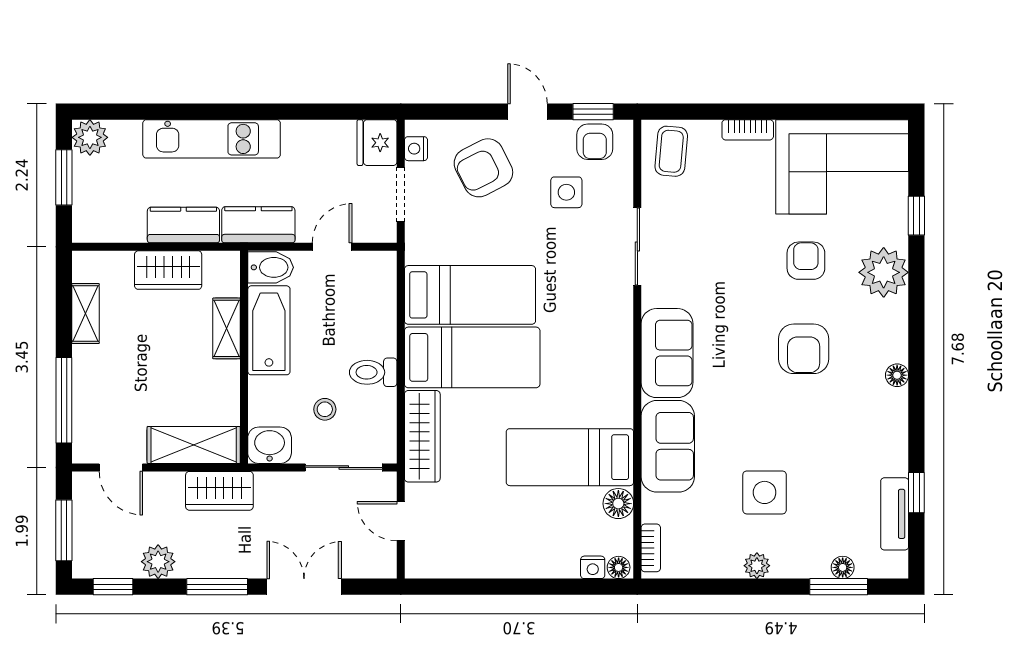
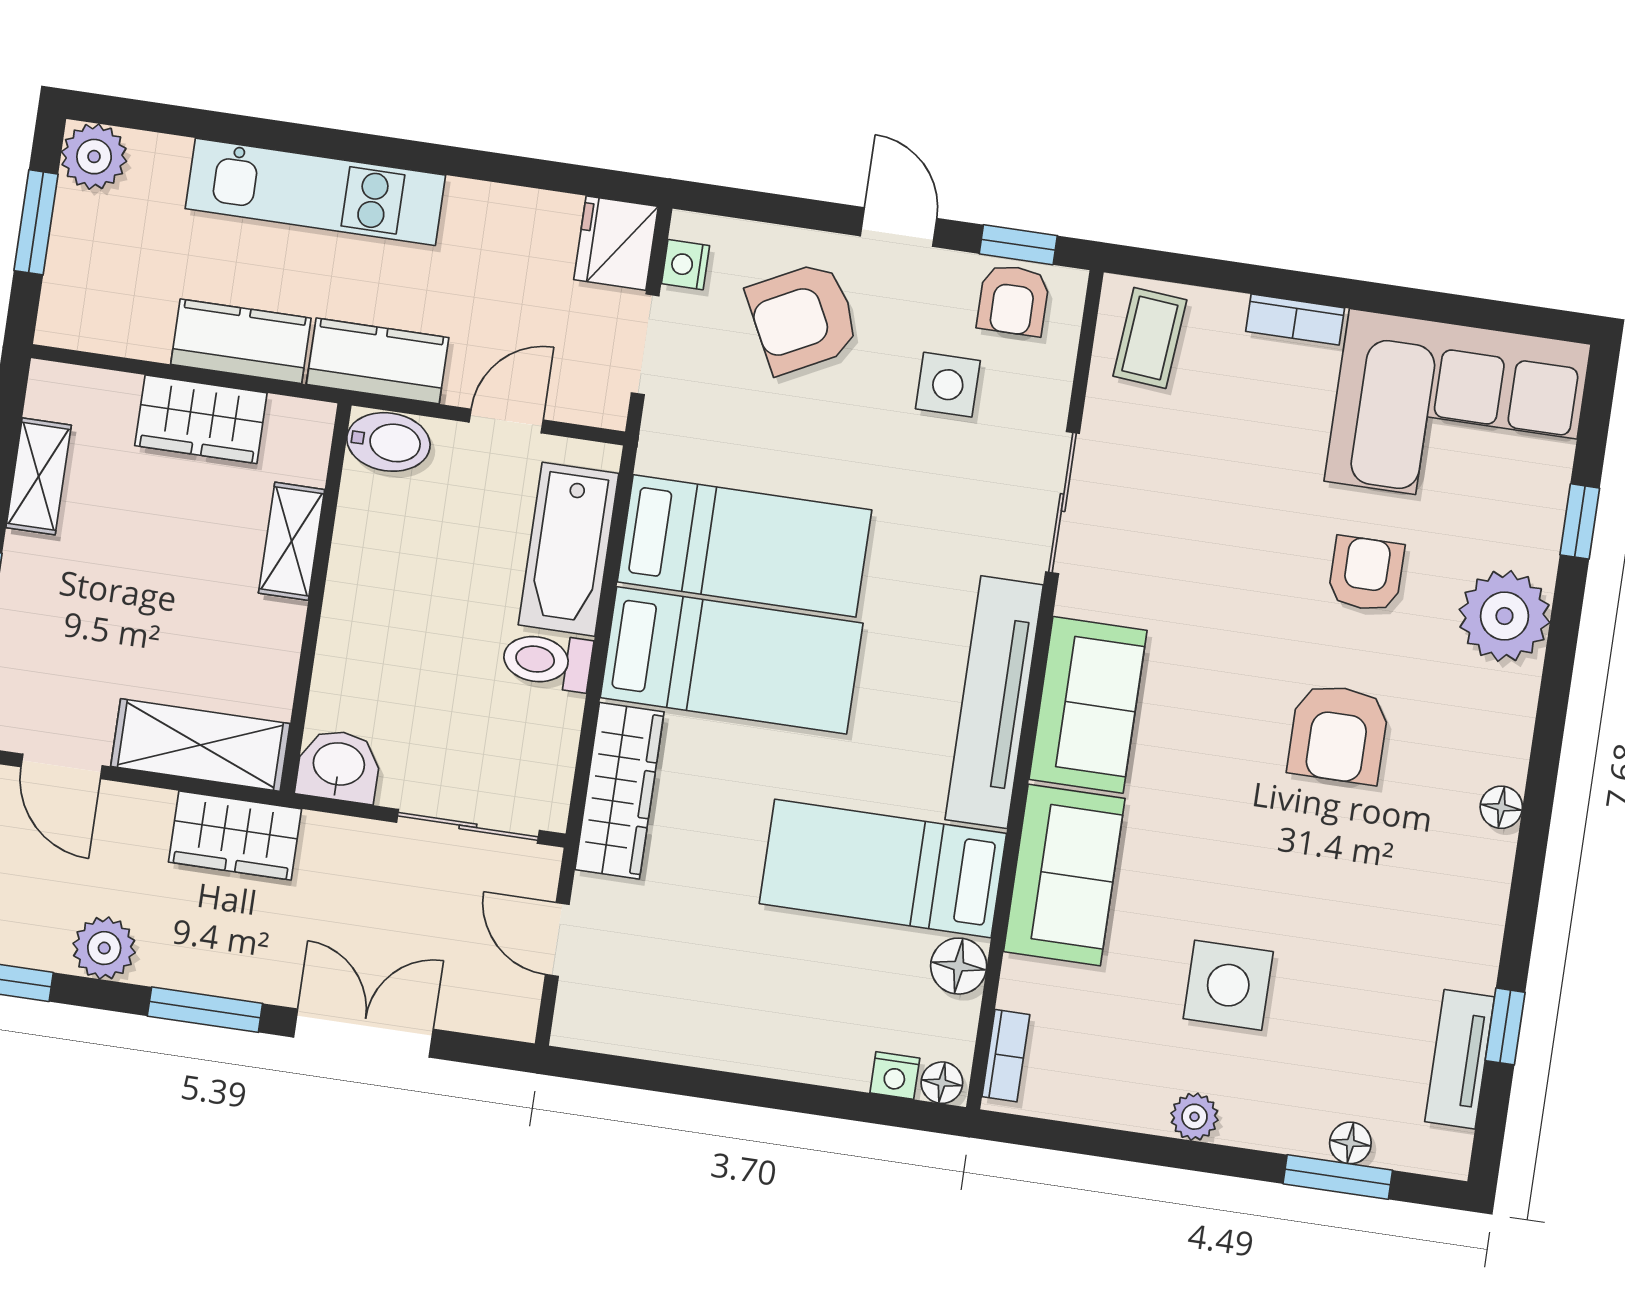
bathtub: (269, 330) -> (569, 549), moved, turned 180
tv unit: (616, 359) -> (994, 702), added
stool: (325, 409) -> (449, 715), removed

